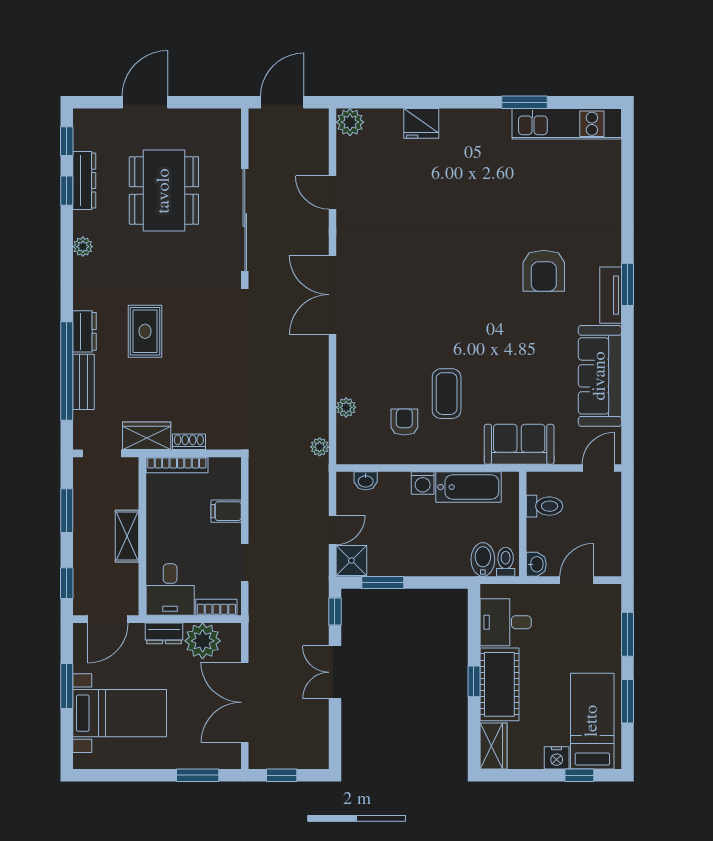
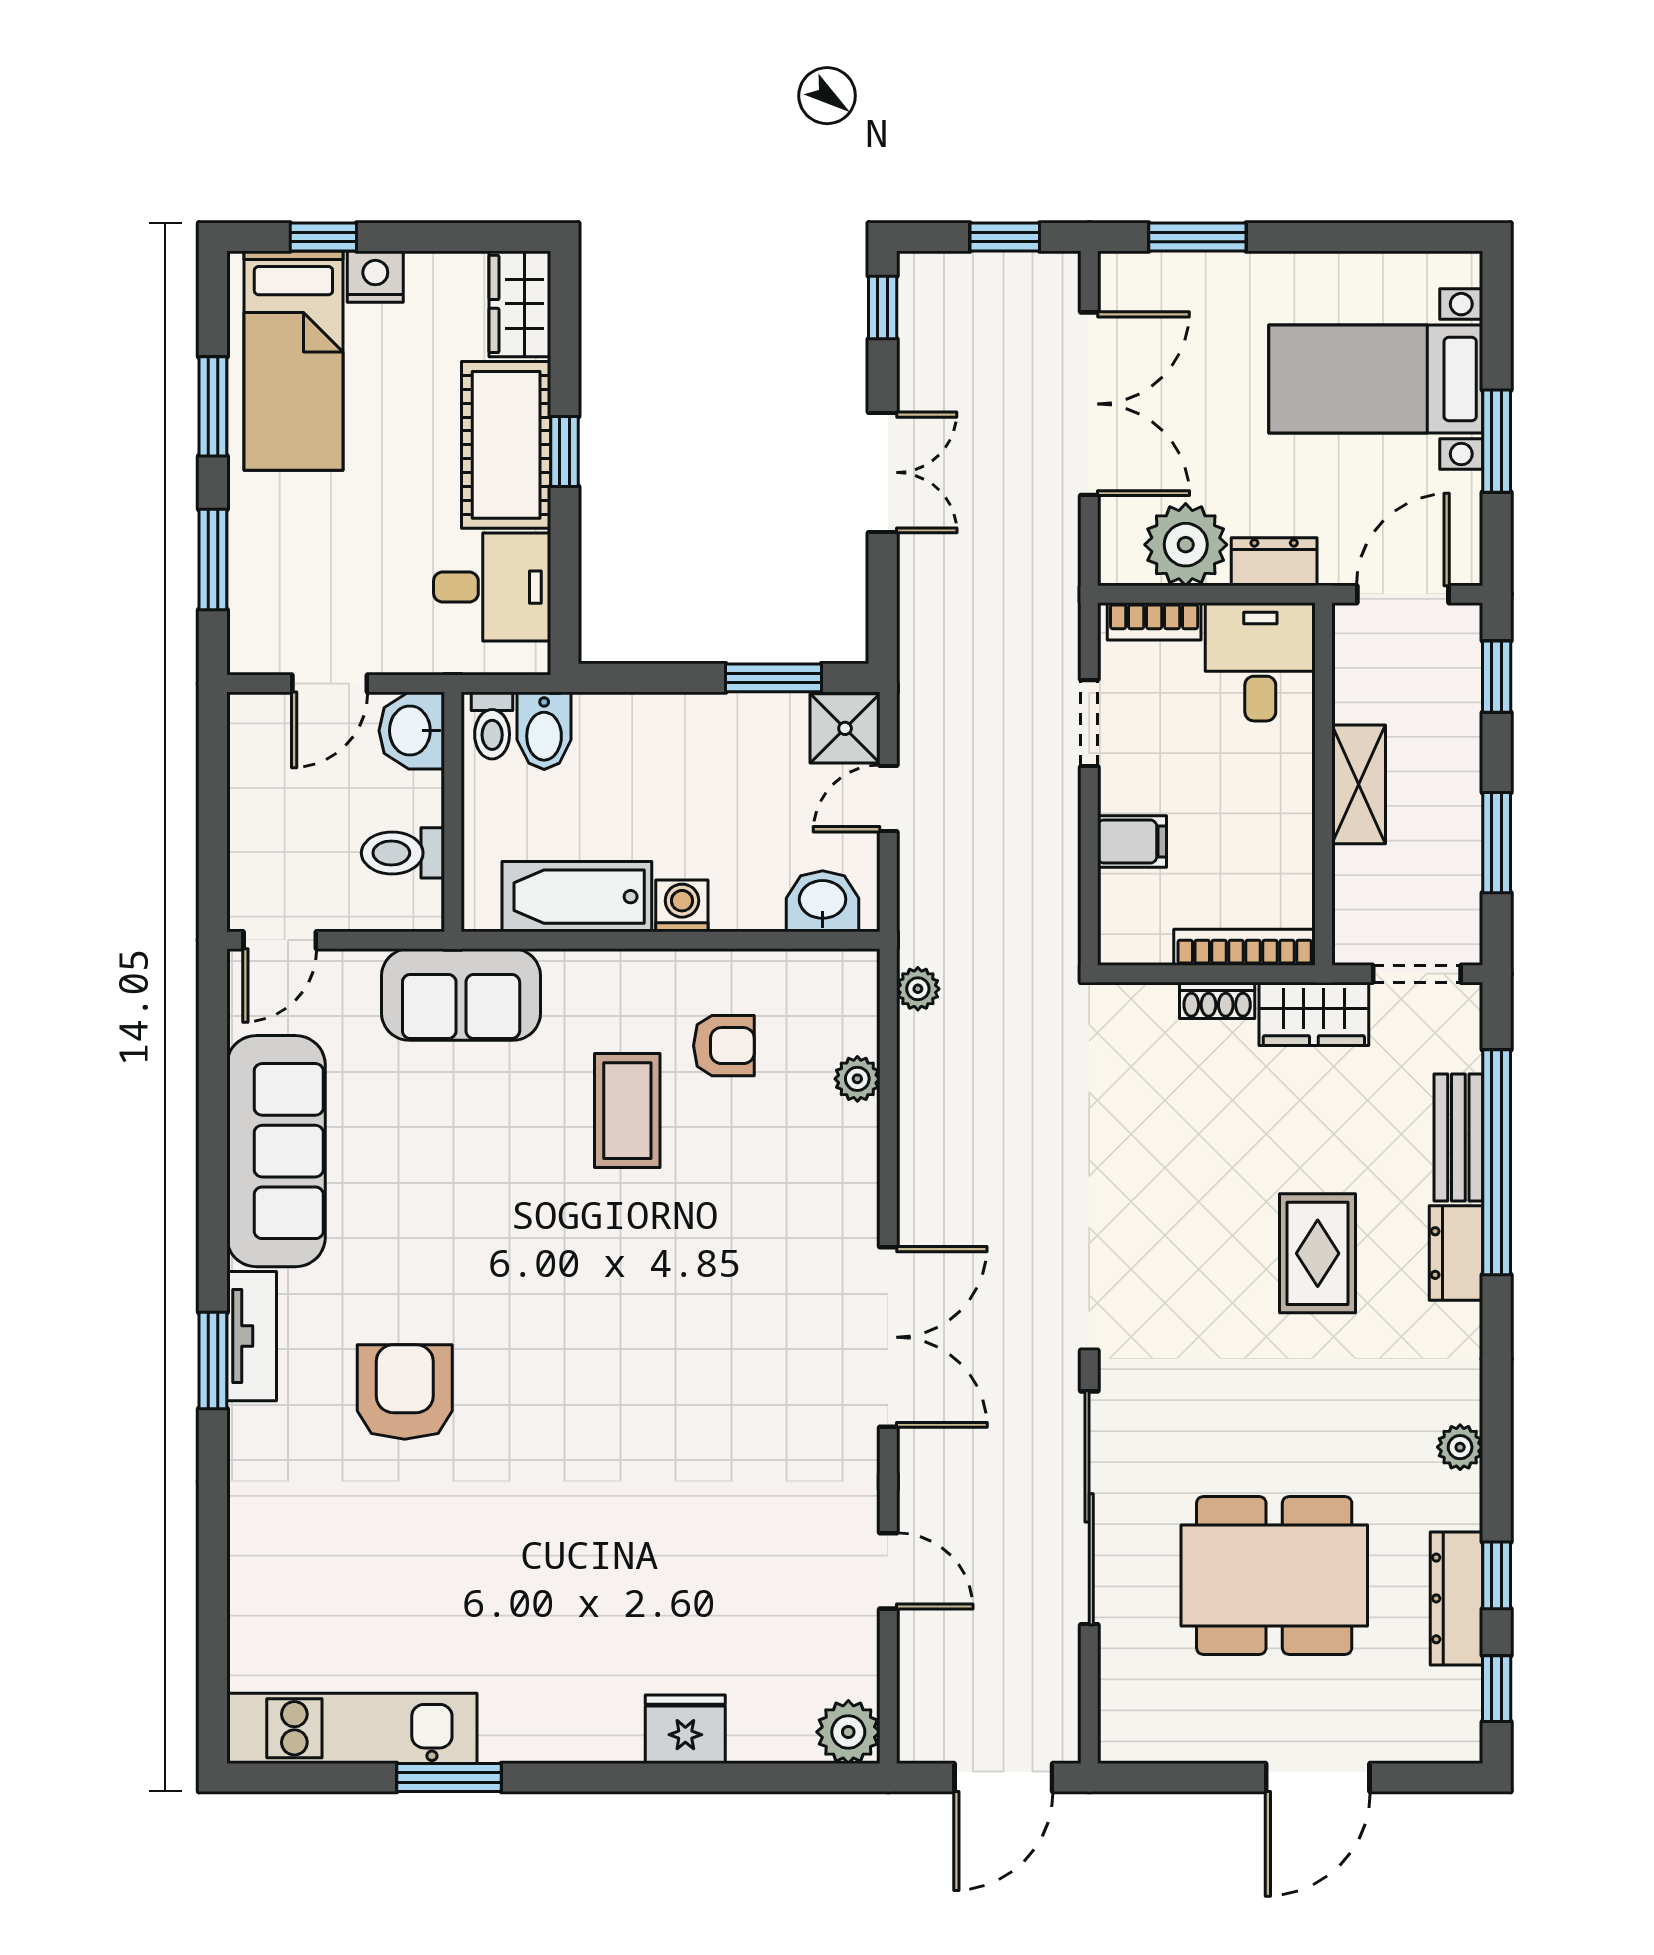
dining table: (164, 191) -> (1274, 1576), turned 90
armchair: (404, 422) -> (724, 1046), turned -90
washbasin: (366, 481) -> (823, 901), width x1.38, depth x1.45
washbasin: (536, 564) -> (412, 731), width x1.38, depth x1.45
window: (335, 611) -> (883, 308), moved

